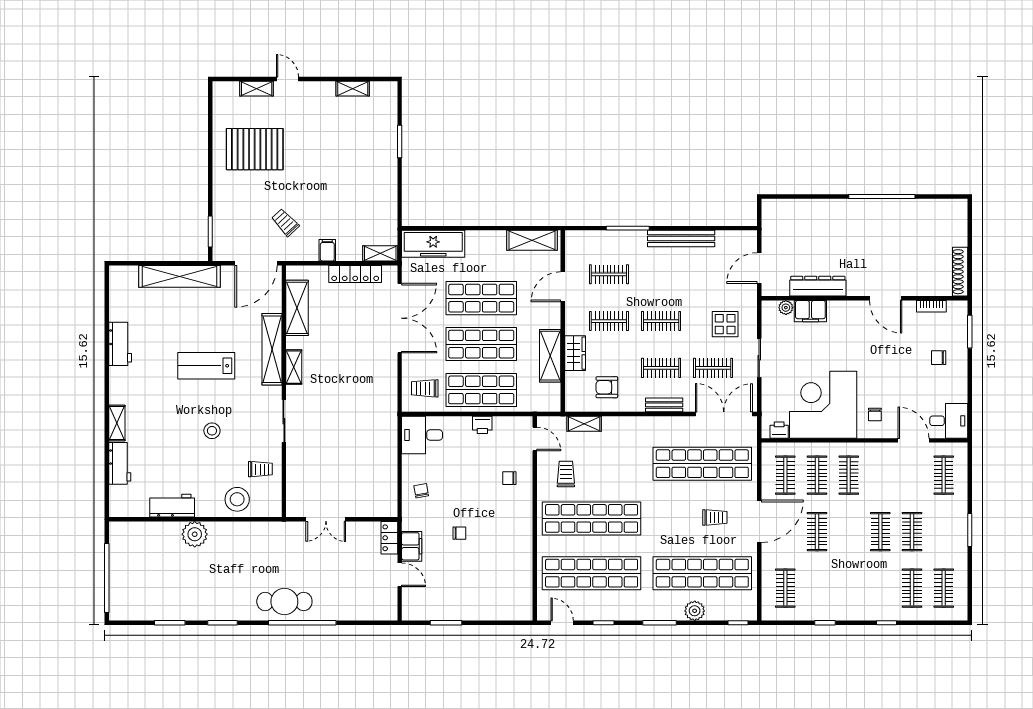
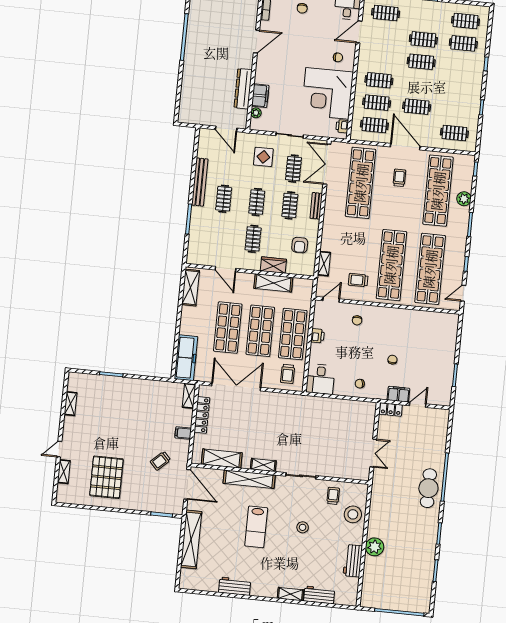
clothes rail: (609, 274) -> (224, 199), moved

